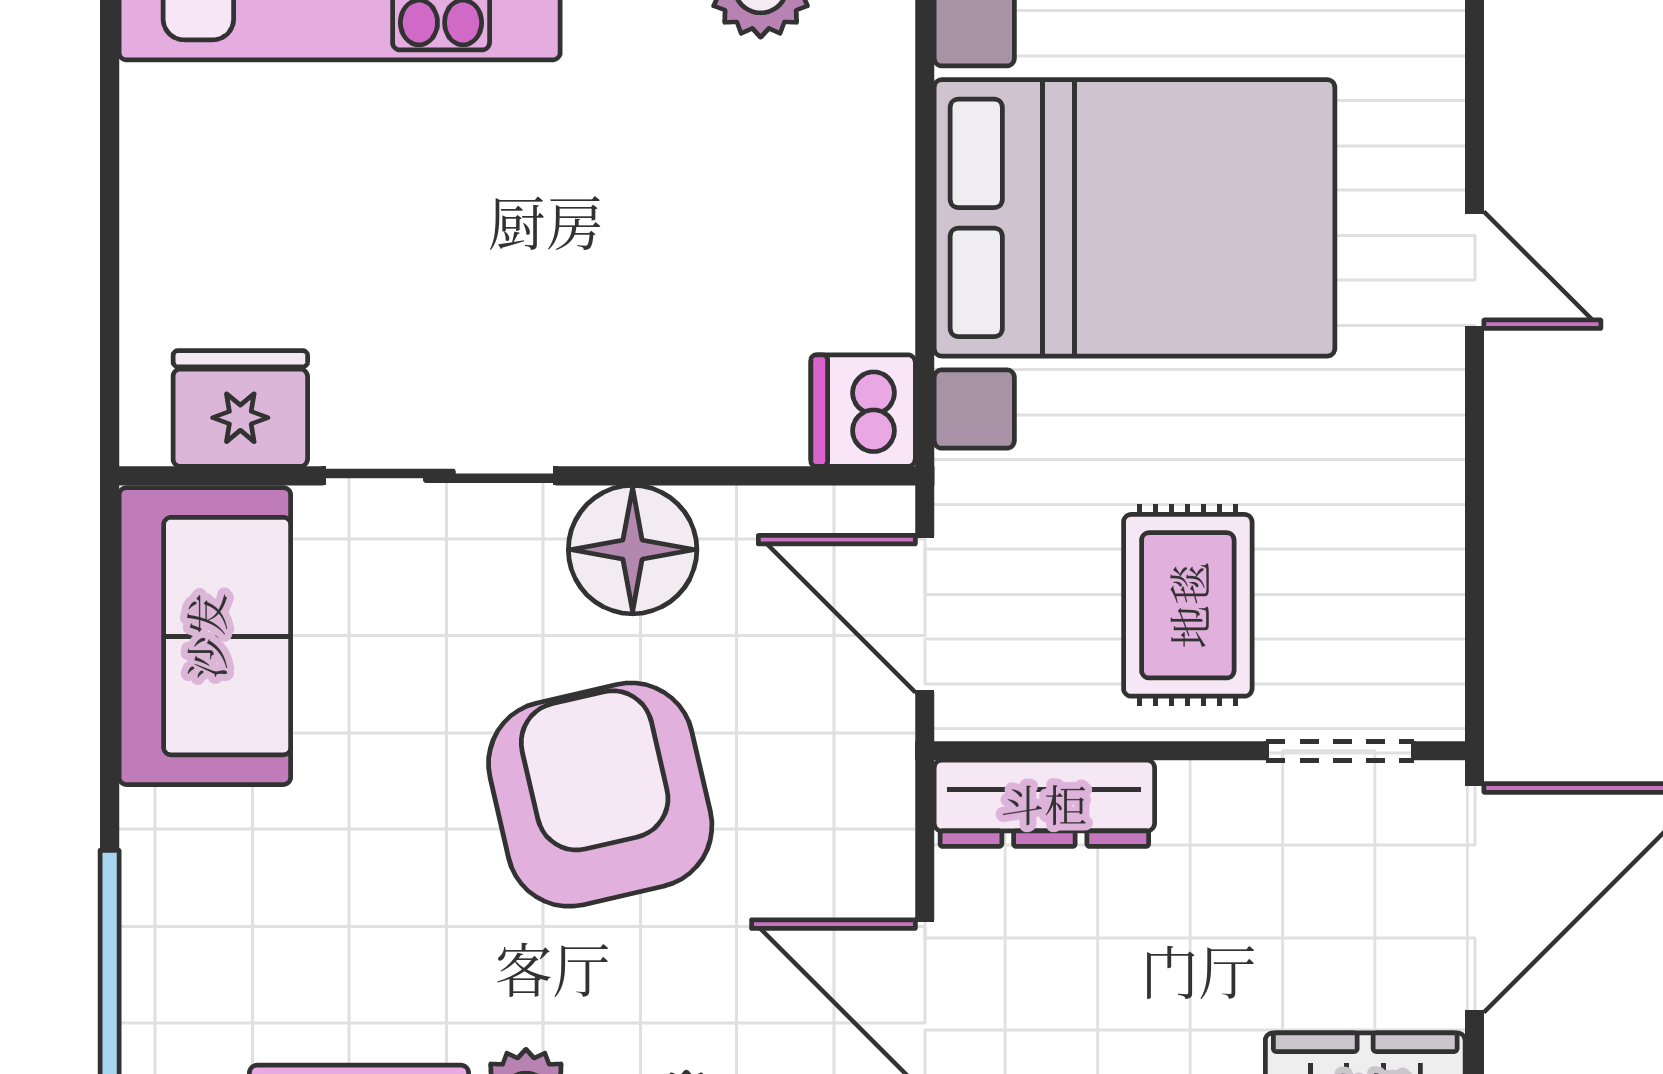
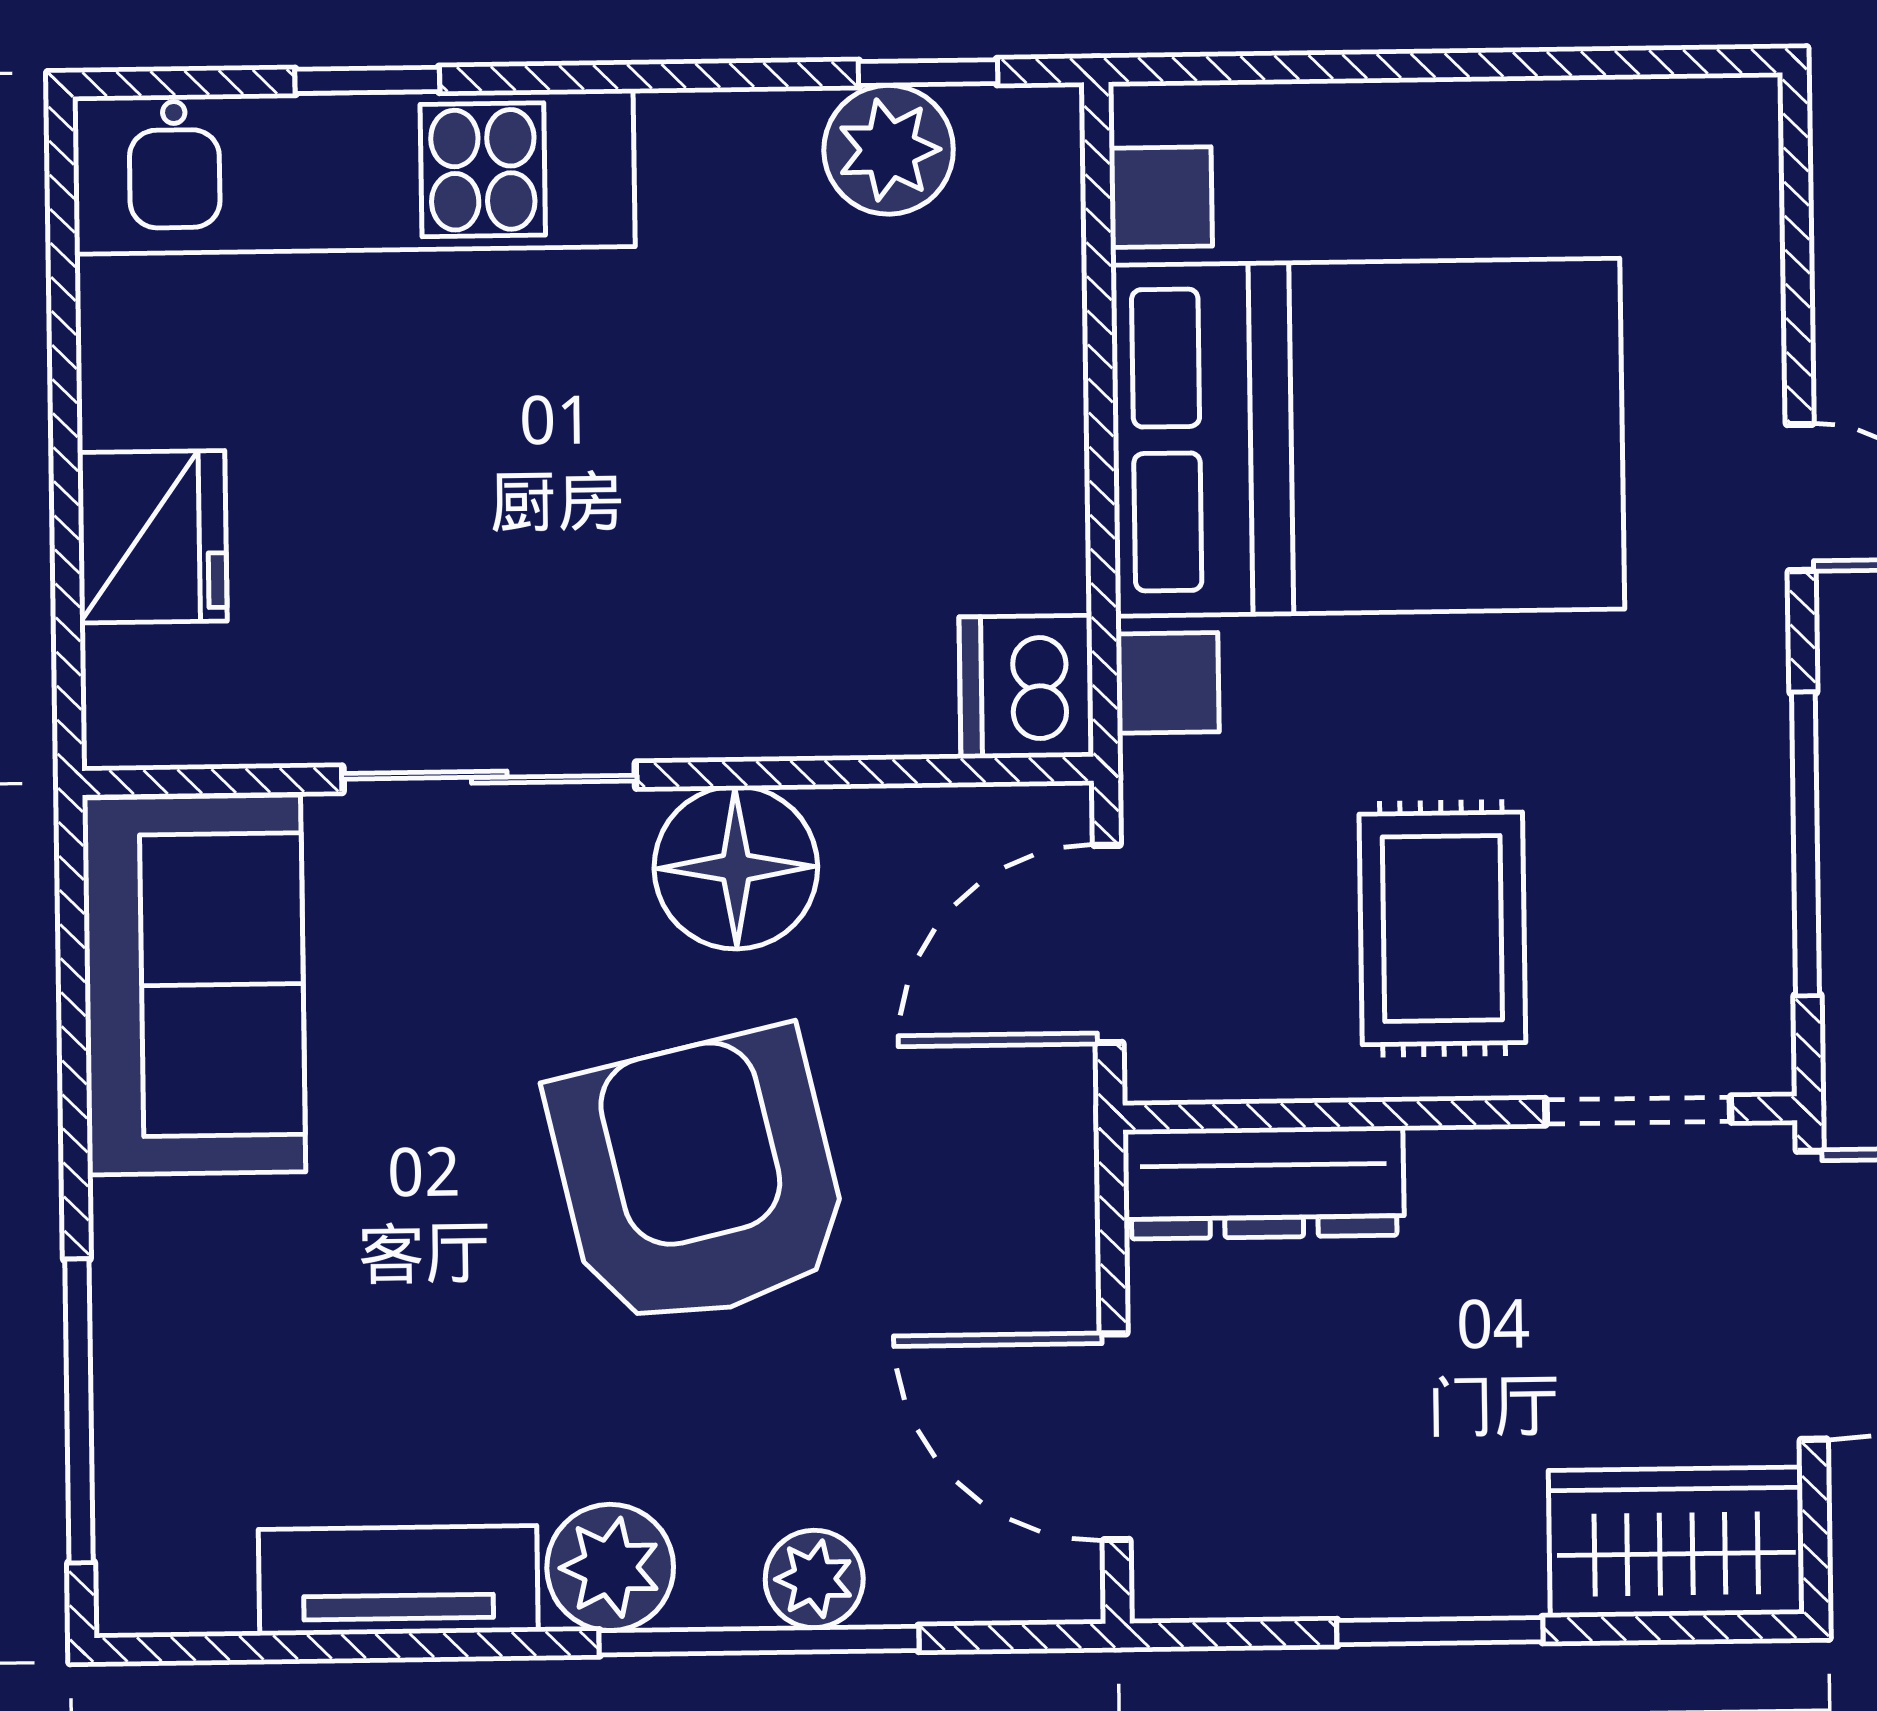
fridge: (240, 408) -> (152, 537), moved, turned 90
window: (1475, 543) -> (1805, 844), added
door: (925, 614) -> (1108, 944), hinge flipped

